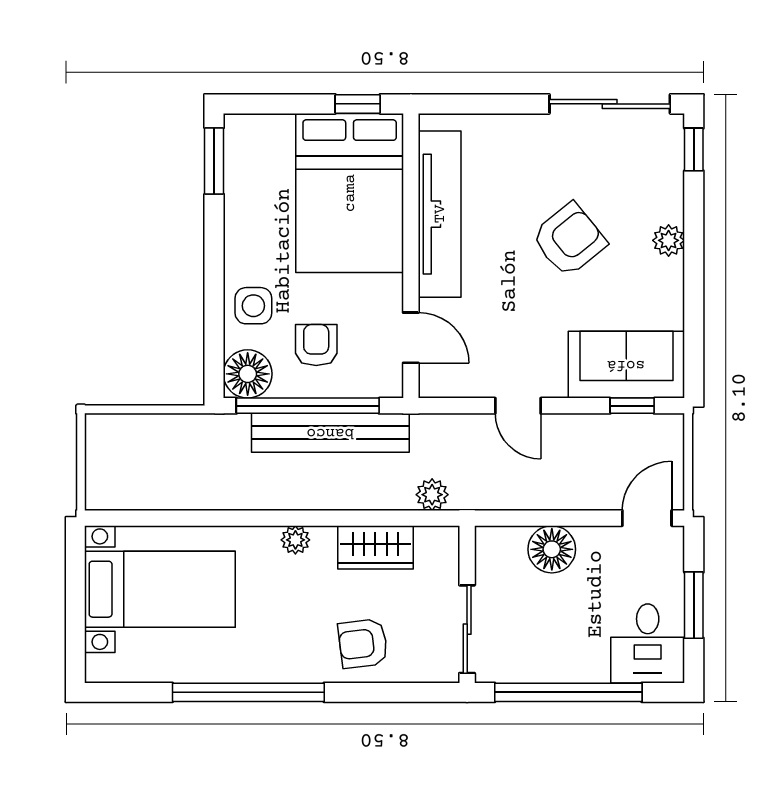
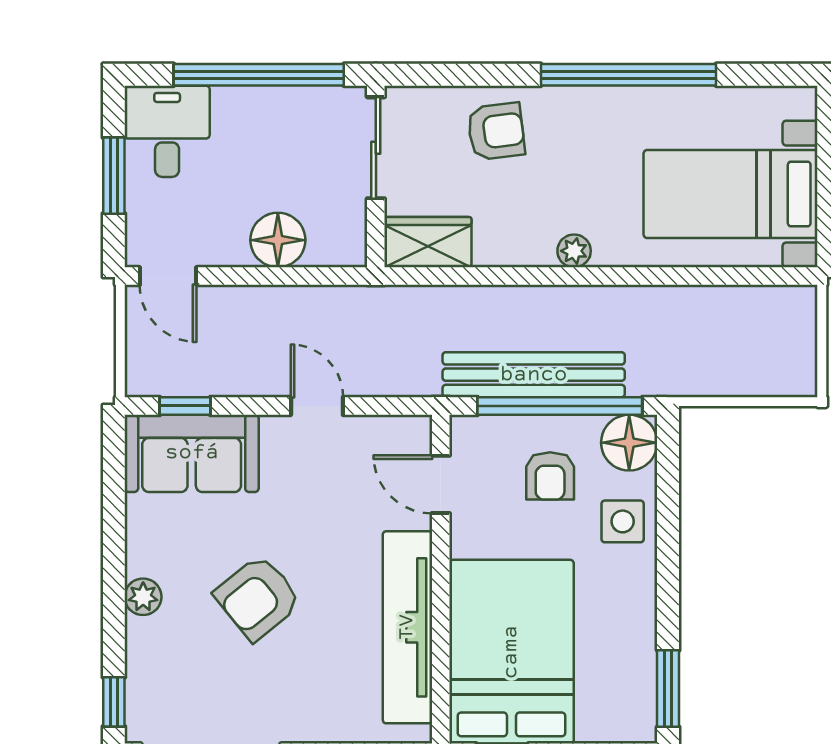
plant: (432, 495) -> (416, 303), removed
door: (647, 518) -> (168, 276), hinge flipped
wardrobe: (375, 547) -> (428, 242), moved

